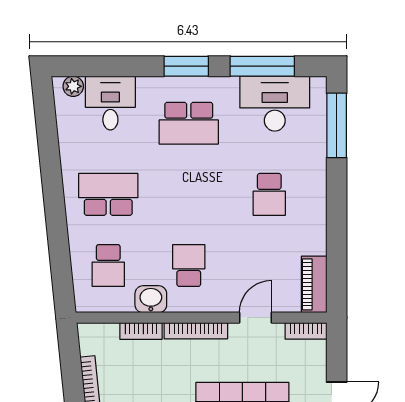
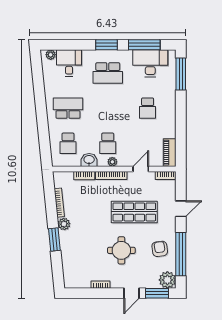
school desk: (189, 265) -> (108, 143), turned 180
plant: (198, 303) -> (112, 162), added

